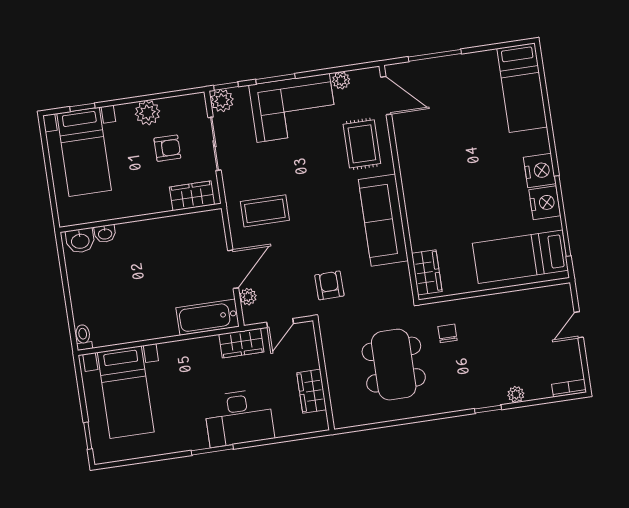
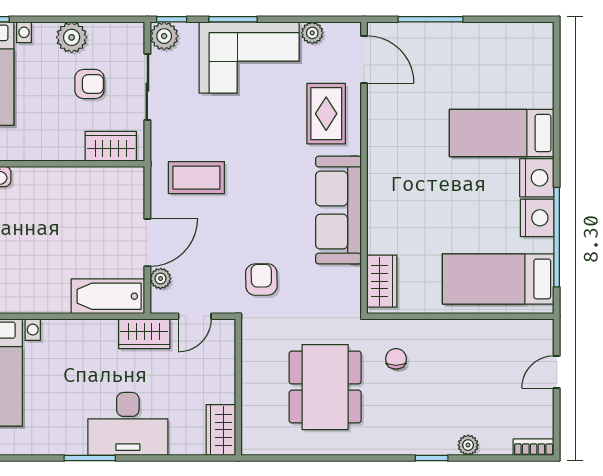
bed: (522, 88) -> (502, 133), moved, turned 90
wardrobe: (312, 391) -> (221, 430), moved

